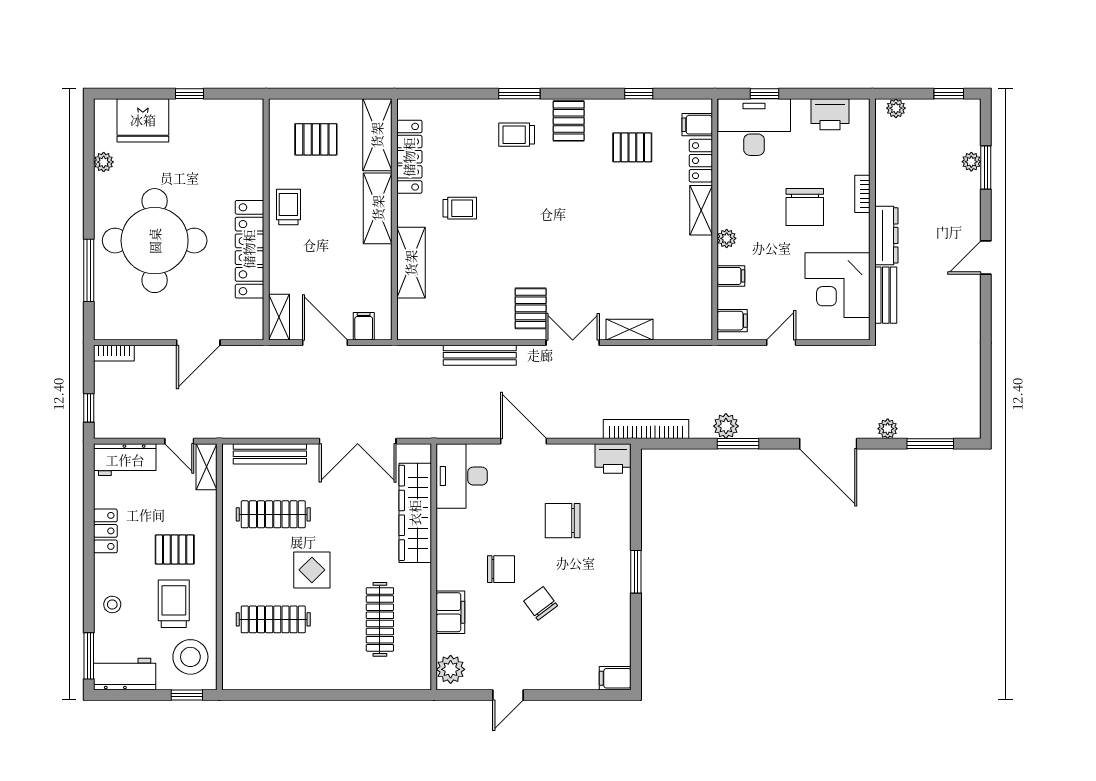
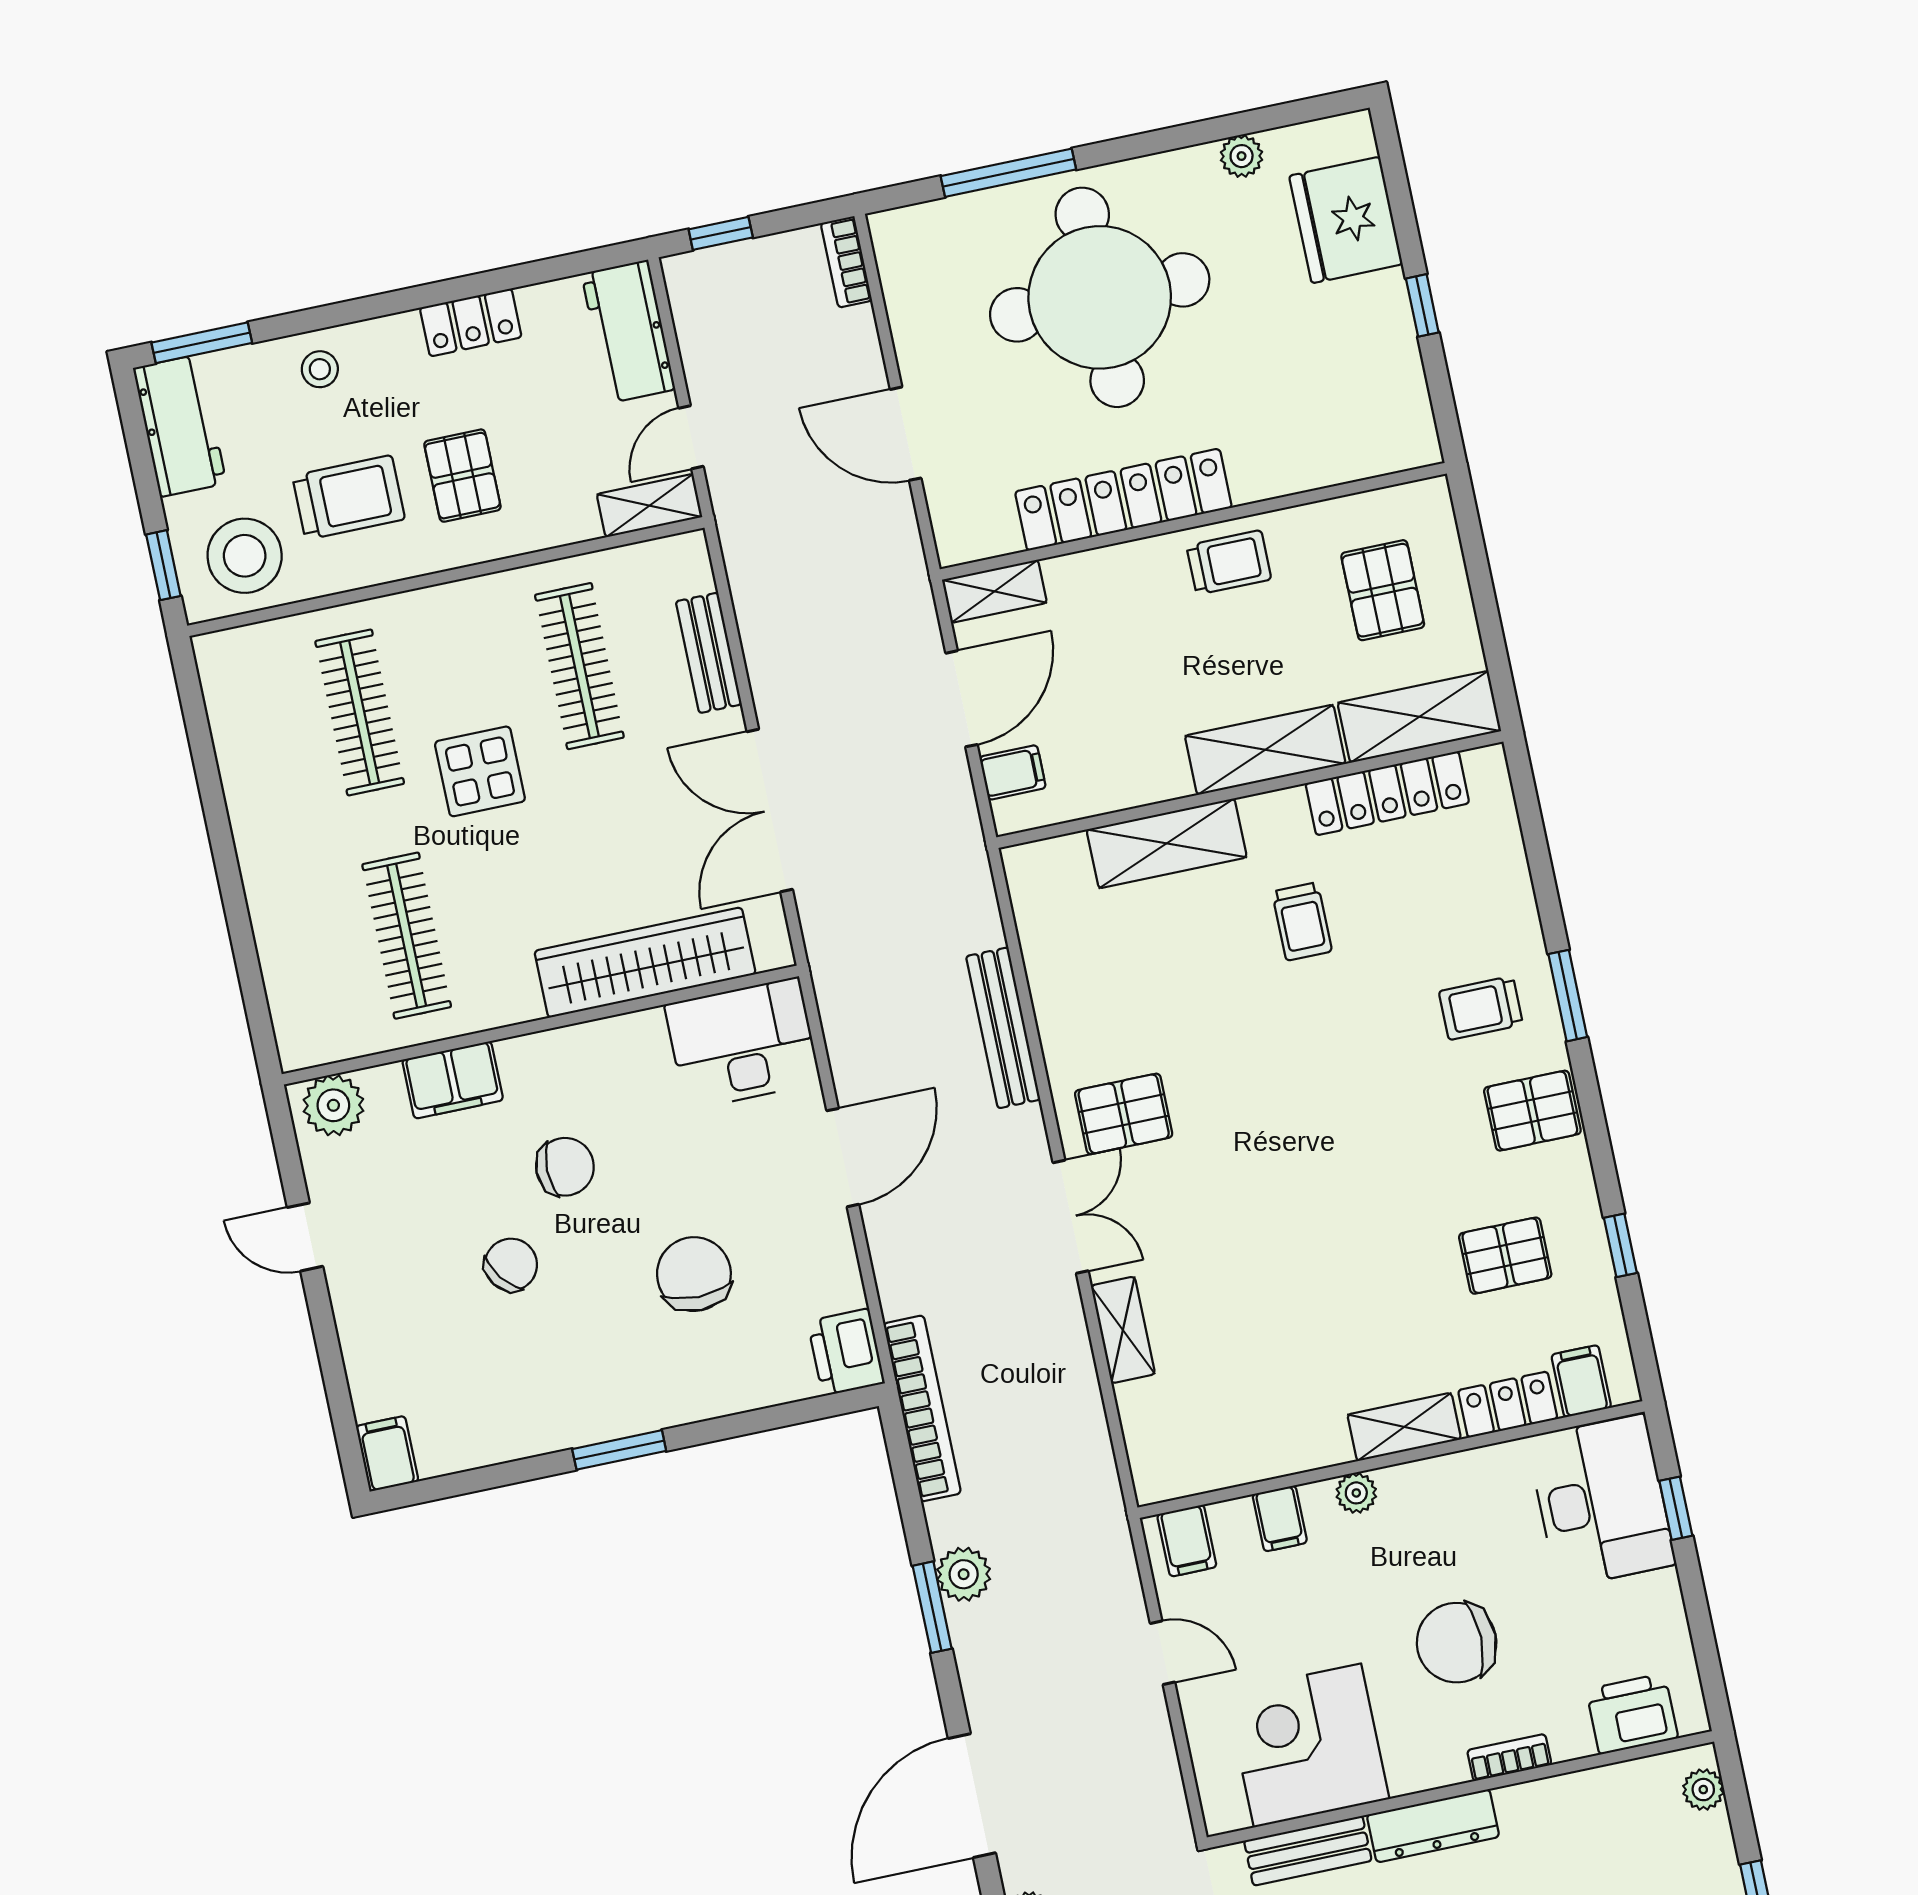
printer: (830, 114) -> (1632, 1714), moved, turned 90
trolley: (517, 135) -> (1481, 1008), turned -90
pallet: (632, 147) -> (1505, 1256), turned 90
bench: (270, 454) -> (709, 653), width x0.73
chair: (501, 569) -> (565, 1167), turned -90
clothes rail: (380, 619) -> (407, 936), turned 90

